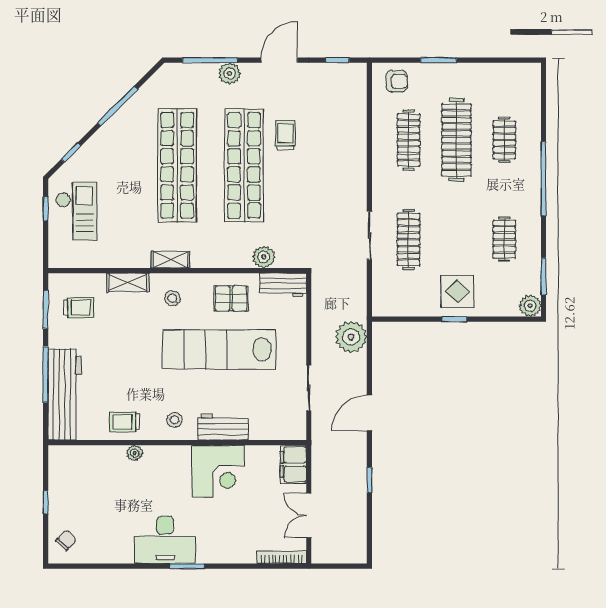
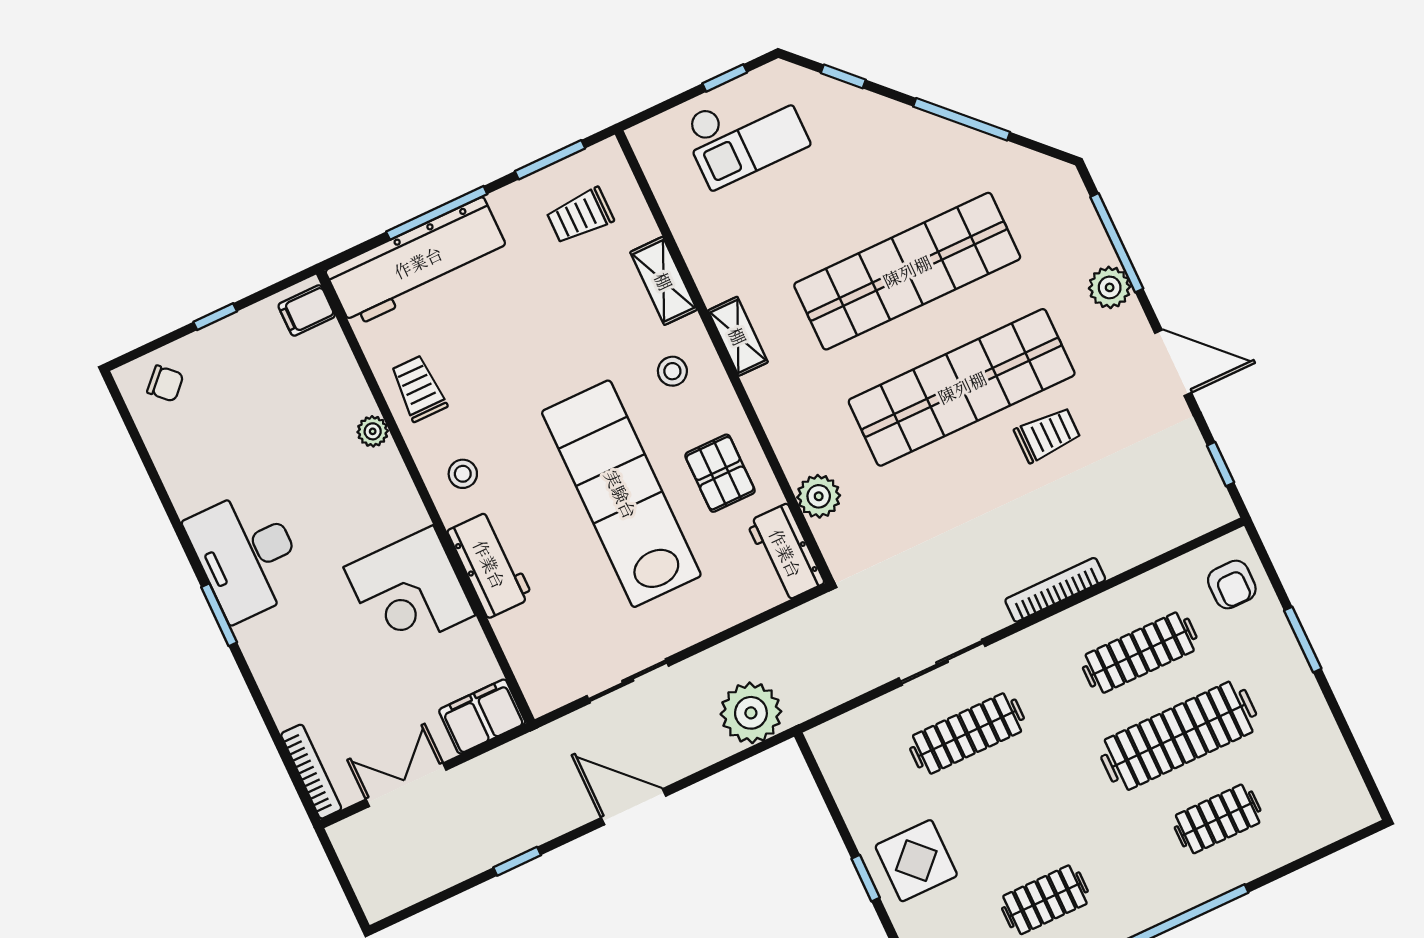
bookcase: (360, 166) -> (1055, 590), added
trolley: (79, 307) -> (580, 216), turned 90
filing cabinet: (63, 458) -> (307, 310), added

